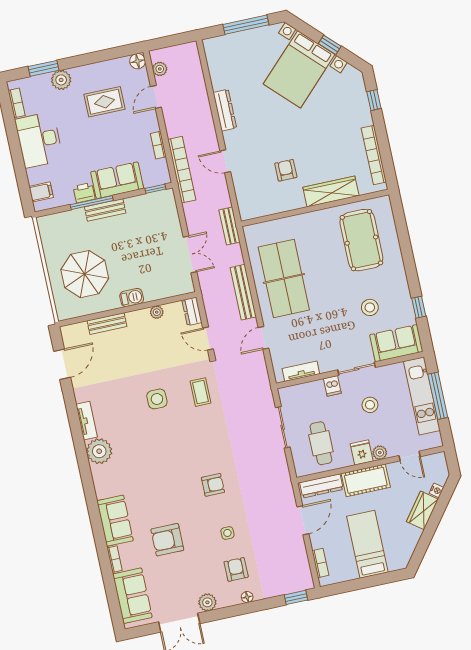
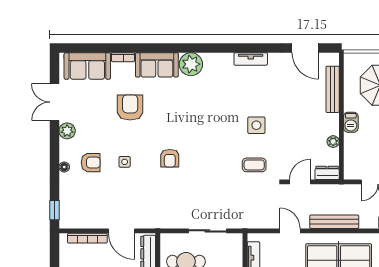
bench: (107, 324) -> (333, 89), width x1.36
plant: (99, 451) -> (191, 64), moved
bookcase: (320, 563) -> (87, 238), width x1.56

